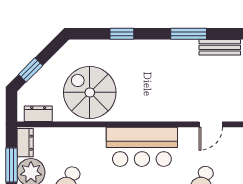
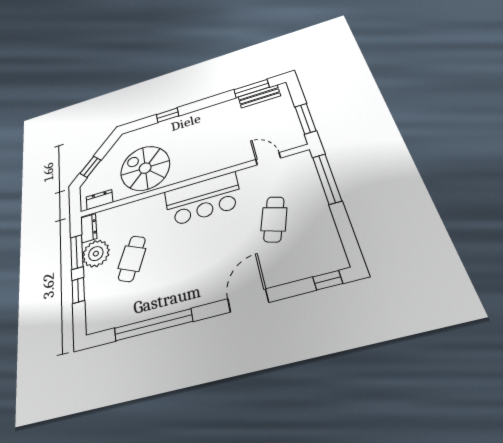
window: (189, 34) -> (252, 88), moved
door: (211, 124) -> (268, 159), swing flipped

